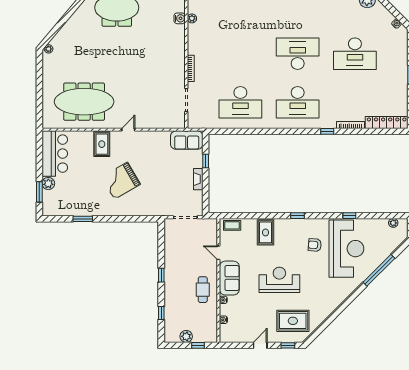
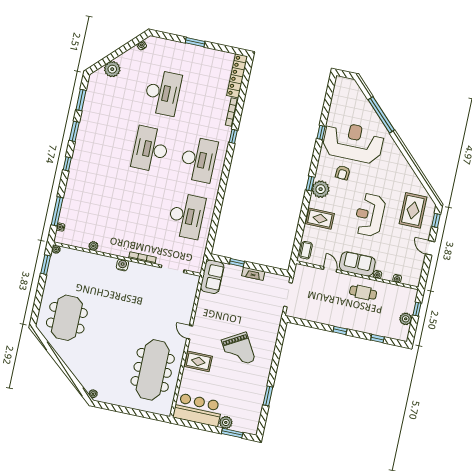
water cooler: (180, 18) -> (122, 265), moved
plant: (393, 223) -> (321, 189), moved, width x1.88, depth x1.88
door: (218, 253) -> (330, 269), swing flipped

